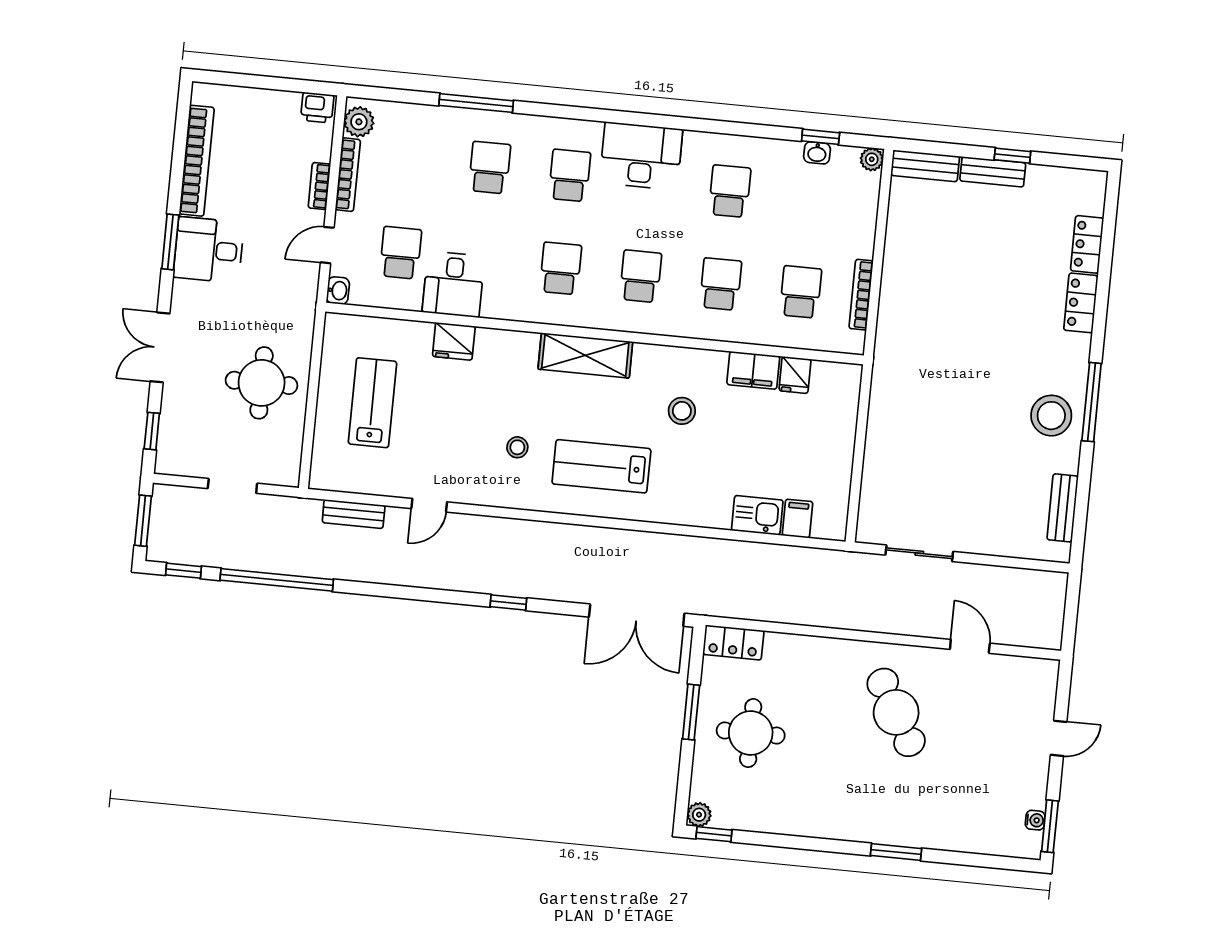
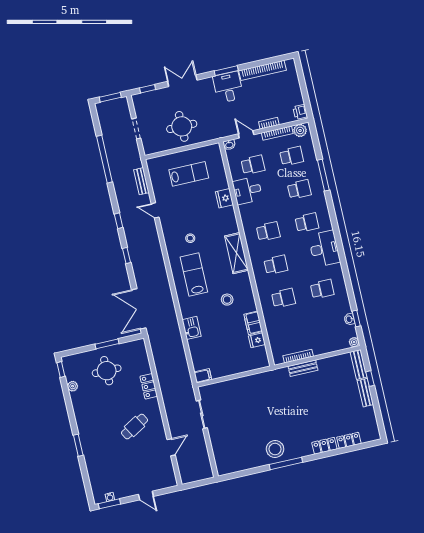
window: (1012, 156) -> (370, 379), moved
school desk: (801, 292) -> (292, 156), moved
bench: (1063, 508) -> (303, 368), moved
kitchen sink: (757, 515) -> (192, 328), moved
filing cabinet: (798, 519) -> (203, 376), moved
window: (184, 571) -> (119, 221), moved
locker: (733, 642) -> (149, 386), moved
cafe table: (896, 712) -> (135, 427), width x0.73, depth x0.74
plant: (699, 815) -> (73, 386), moved

